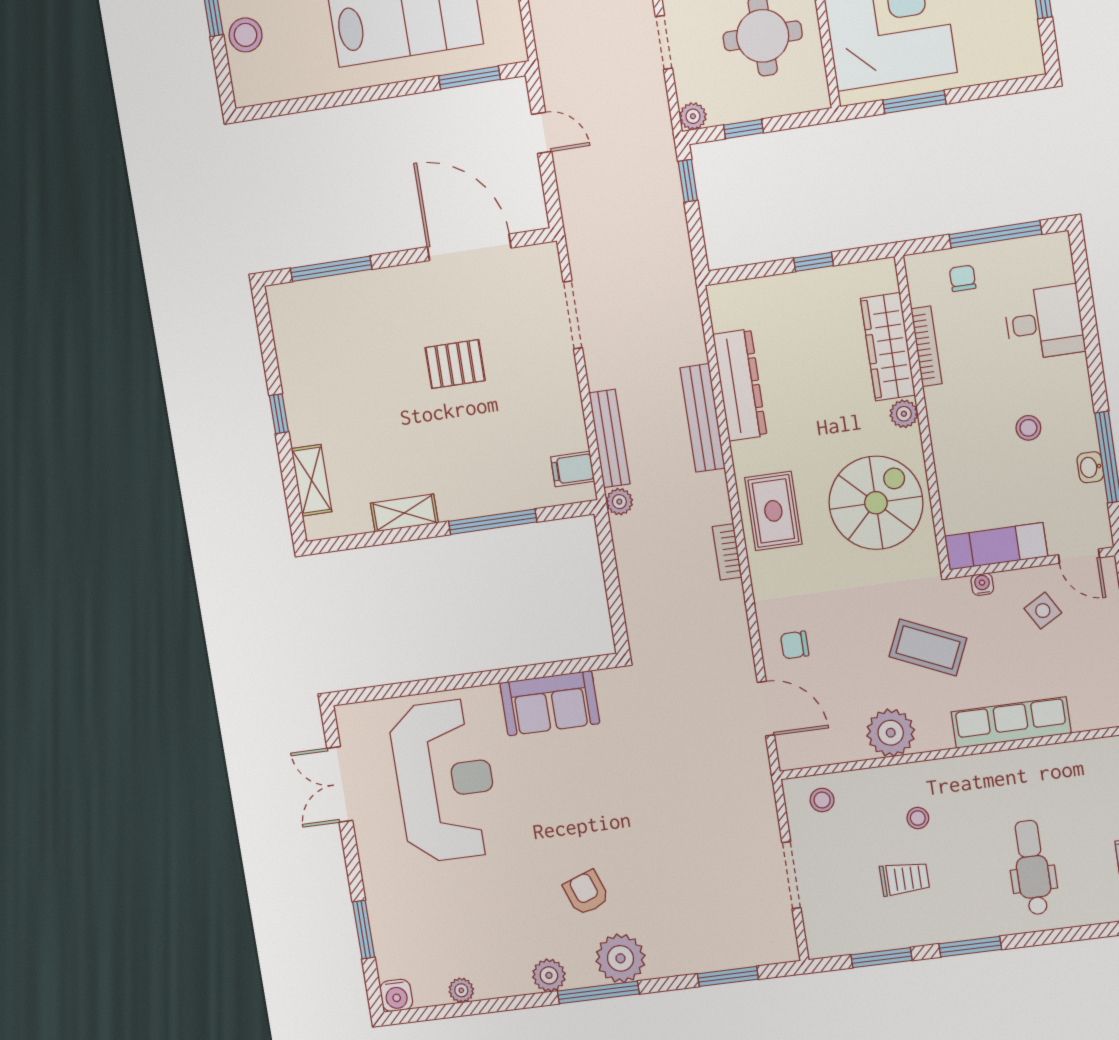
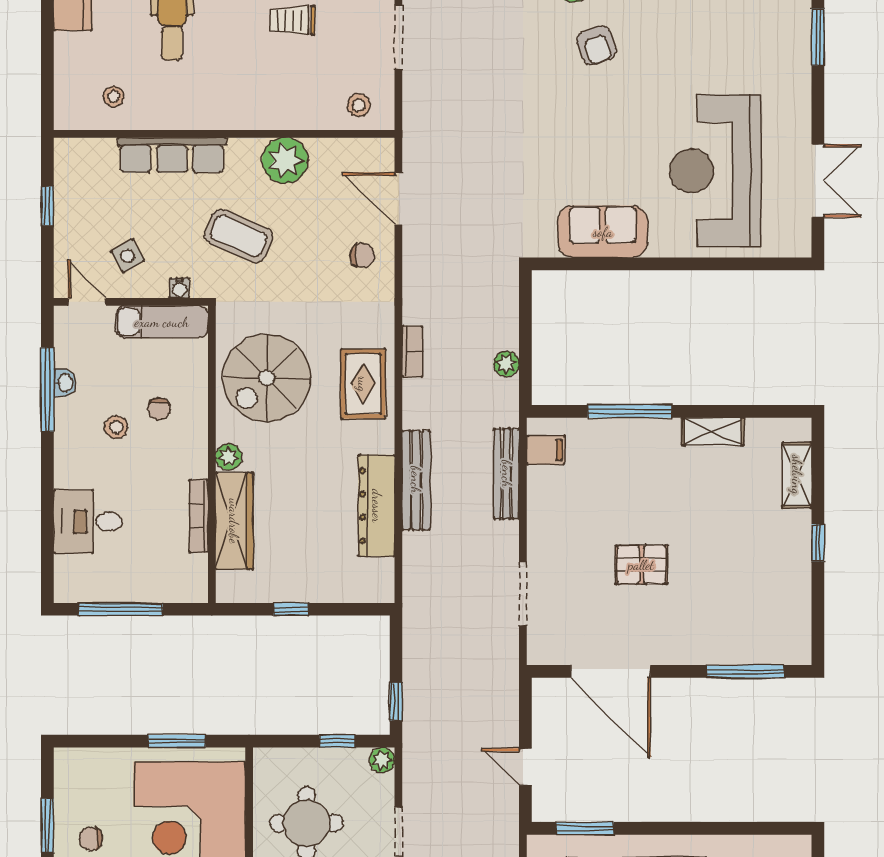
chair: (963, 278) -> (159, 409), moved
plant: (619, 502) -> (506, 364), moved
stool: (918, 818) -> (114, 97), moved

